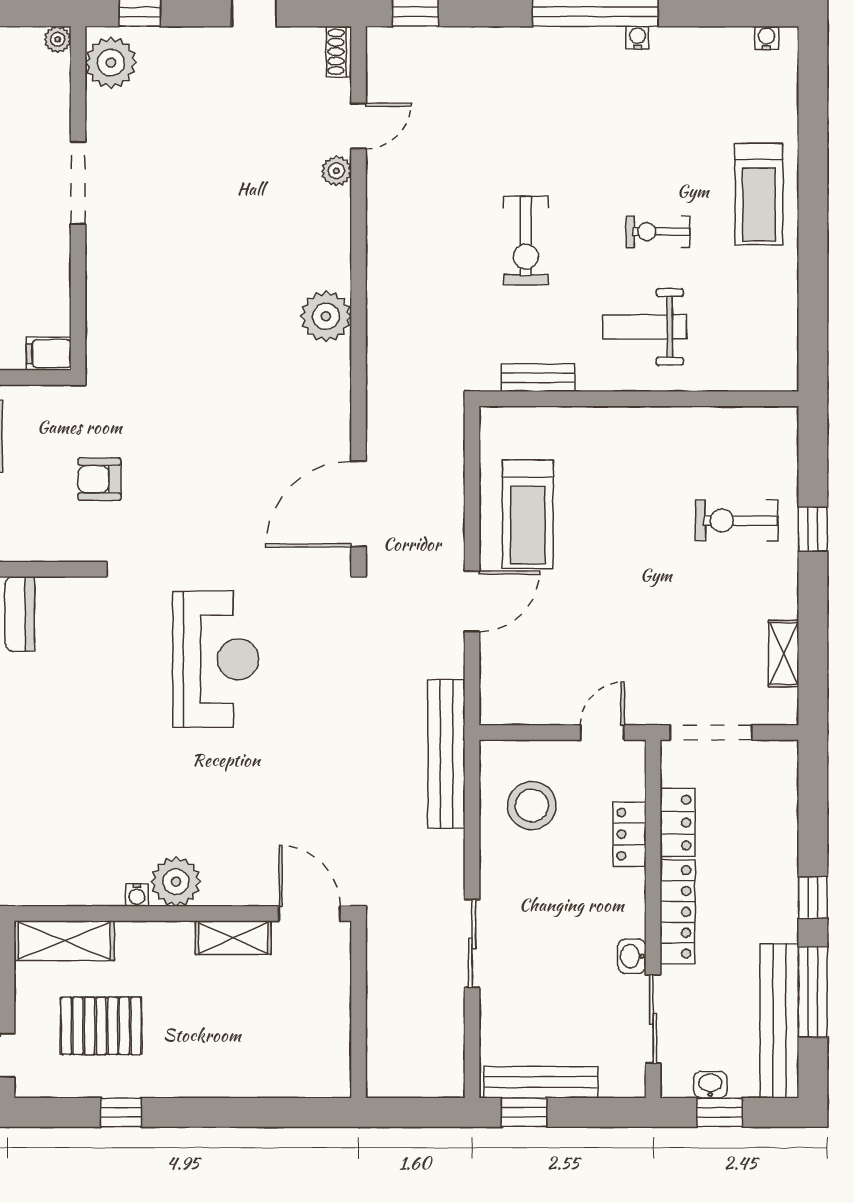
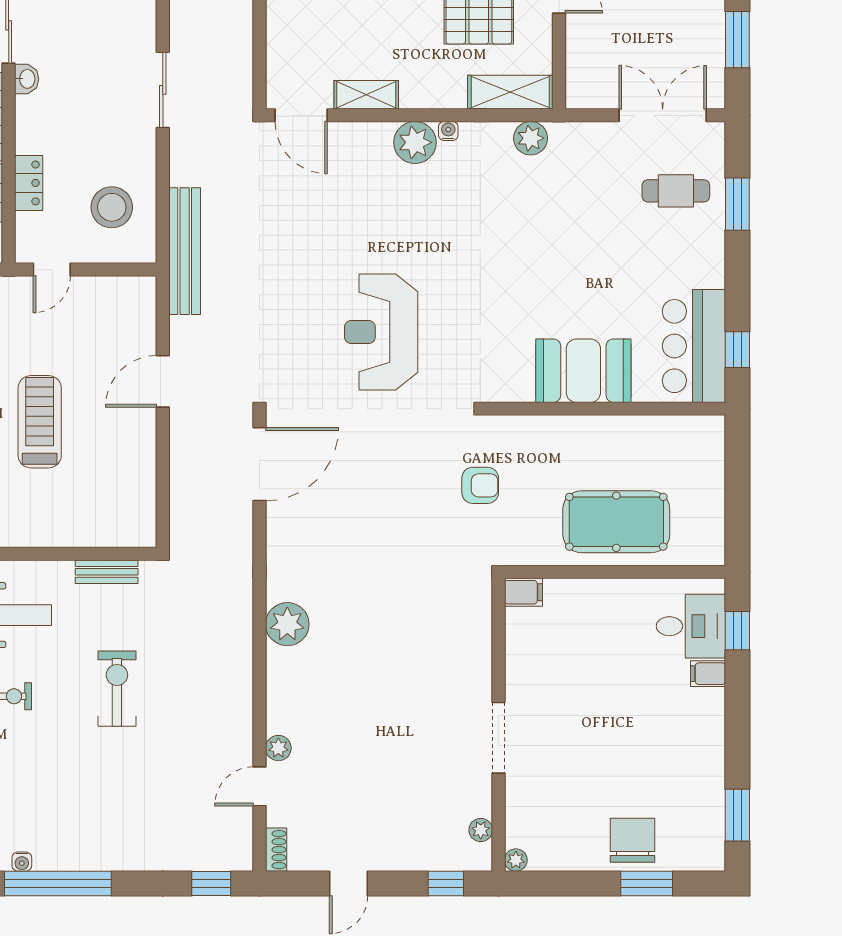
plant: (111, 63) -> (481, 830), width x0.53, depth x0.53
treadmill: (528, 514) -> (40, 422), moved
plant: (40, 887) -> (531, 138), added

